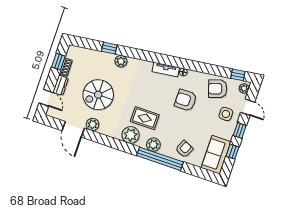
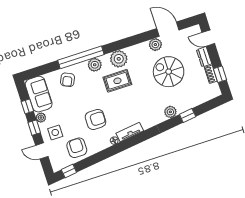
plant: (244, 88) -> (41, 118), moved
armchair: (218, 89) -> (77, 148), turned -72
spiral stairs: (98, 95) -> (169, 72), turned -90

